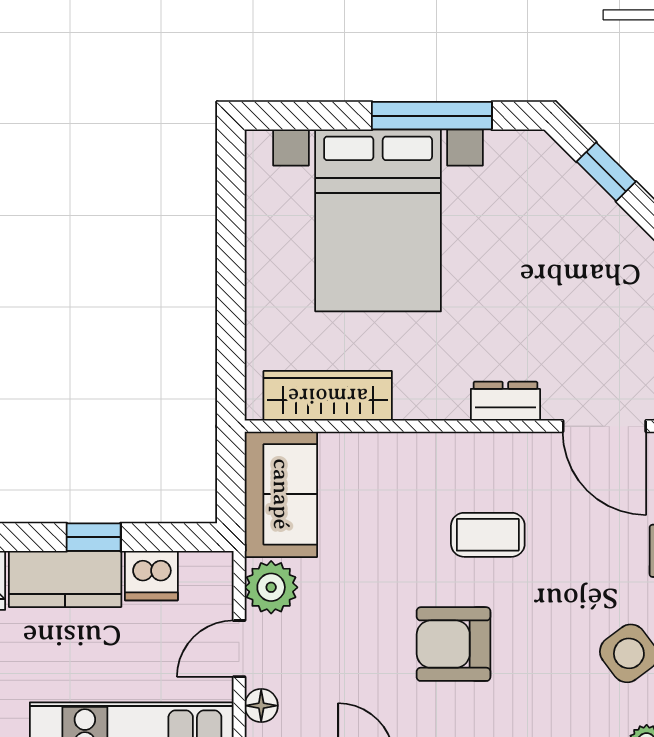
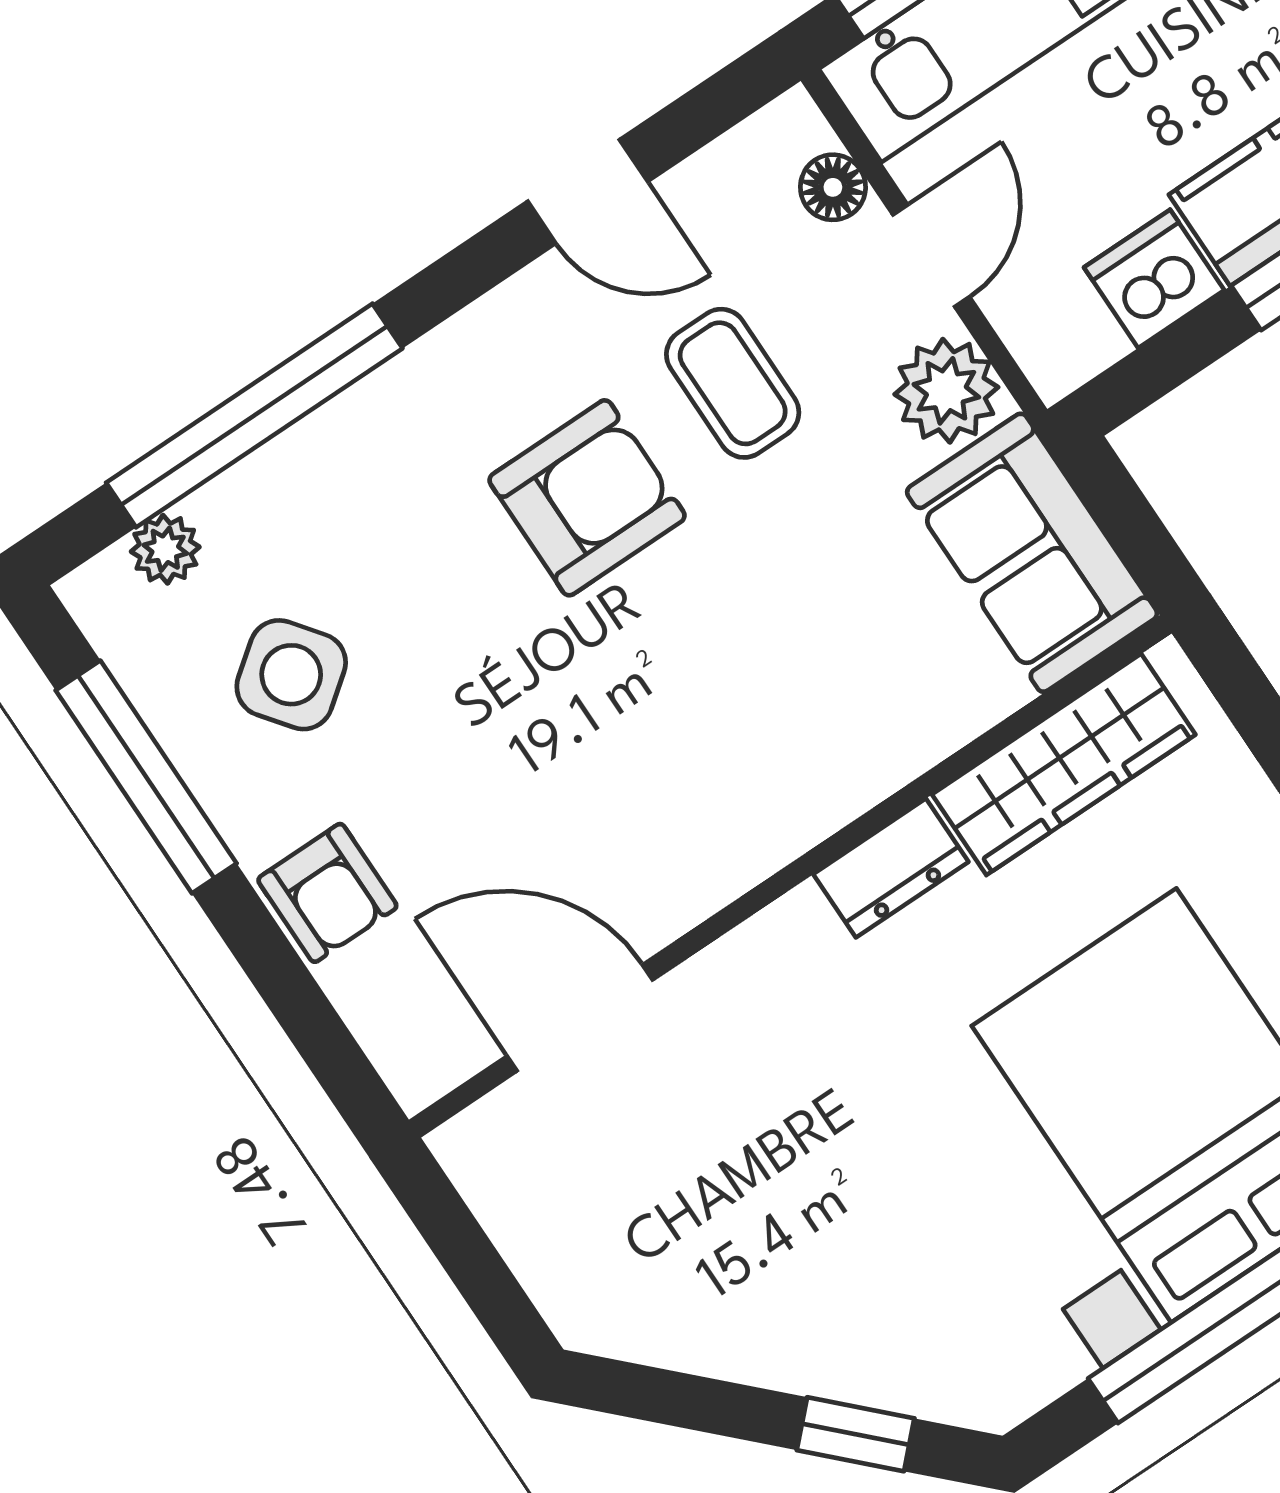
dresser: (505, 401) -> (891, 868), moved
coffee table: (488, 535) -> (733, 383), moved, turned 90

